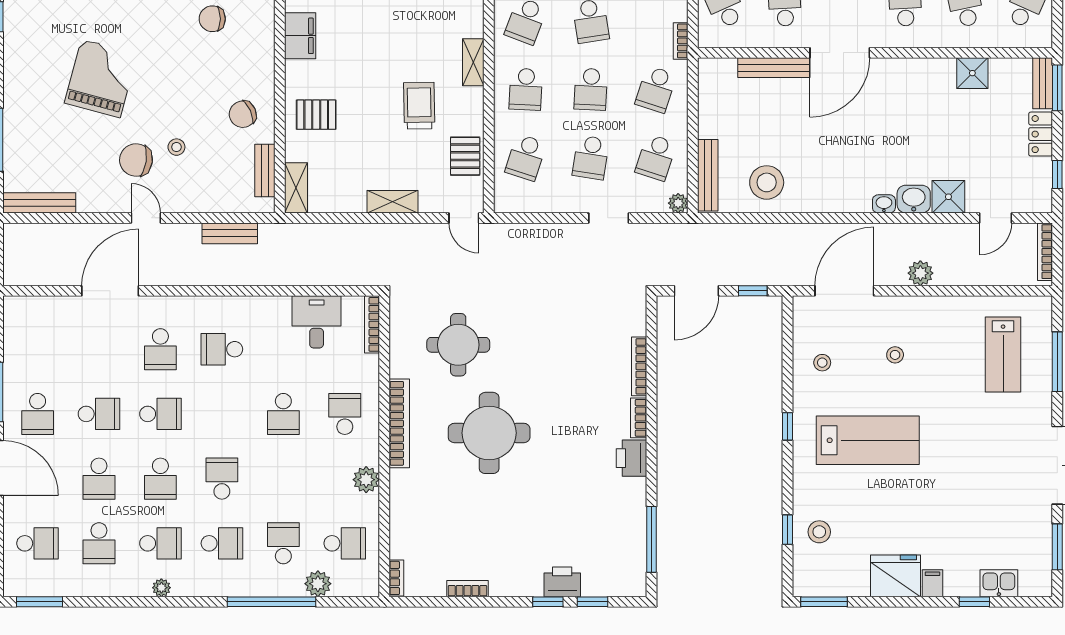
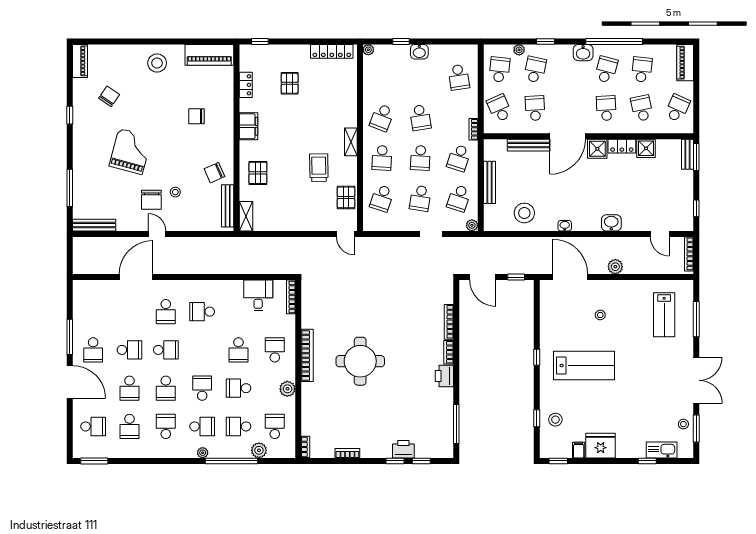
pallet: (316, 115) -> (258, 173), turned 90
locker: (1041, 134) -> (622, 146), moved, turned -90
chair: (136, 160) -> (151, 200), turned -98
bench: (265, 170) -> (228, 206), width x1.36
bench: (708, 175) -> (489, 182), moved
shower: (948, 197) -> (597, 149), moved
shelving: (392, 202) -> (303, 224), removed
washbasin: (884, 204) -> (565, 226), moved
door: (996, 218) -> (660, 234), hinge flipped
bench: (230, 233) -> (207, 243), removed
door: (696, 291) -> (483, 277), hinge flipped
door: (844, 291) -> (570, 277), hinge flipped
round table: (458, 345) -> (342, 309), removed
stool: (822, 363) -> (683, 424), moved
school desk: (283, 479) -> (238, 388), added
school desk: (160, 543) -> (166, 426), turned -90
school desk: (283, 543) -> (238, 426), turned -90
school desk: (345, 543) -> (275, 426), turned -90
filing cabinet: (932, 583) -> (579, 450), moved
kitchen sink: (999, 583) -> (662, 450), width x1.38
plant: (161, 588) -> (203, 453), moved
window: (824, 602) -> (558, 461), width x0.67

